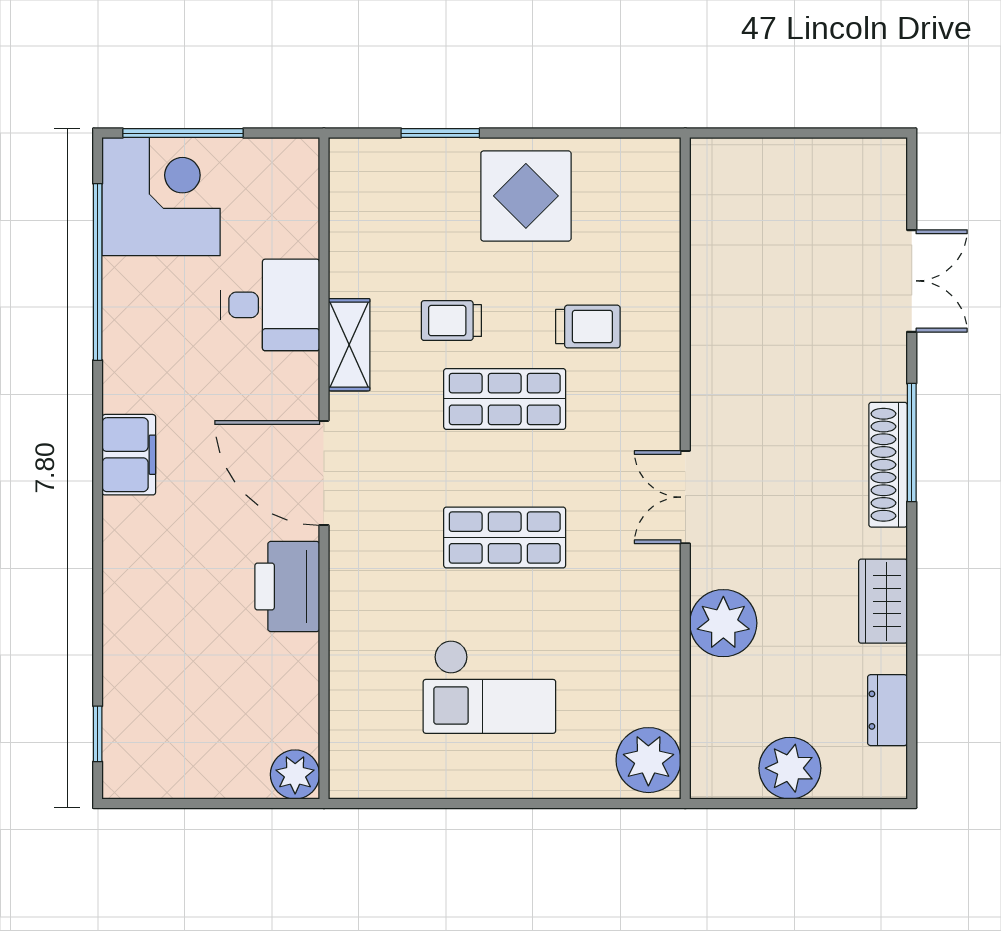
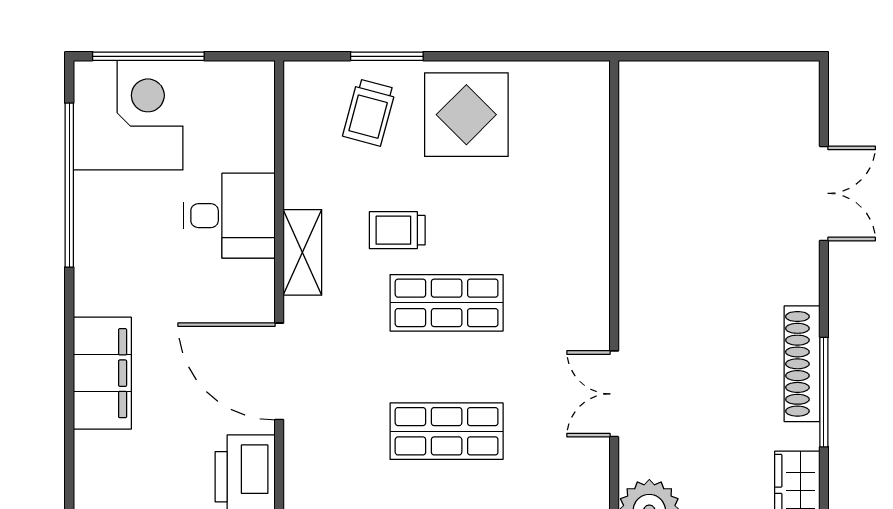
trolley: (588, 327) -> (369, 112), moved, turned 105
window: (912, 443) -> (824, 392), moved
filing cabinet: (129, 455) -> (102, 373), width x1.50, depth x1.17

